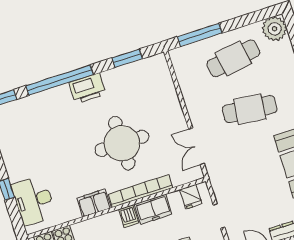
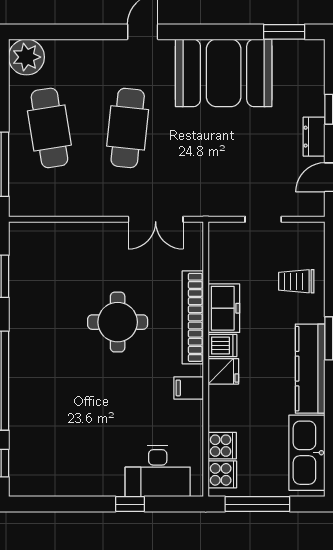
printer: (87, 88) -> (25, 346), removed
round table: (122, 143) -> (118, 322), width x0.73, depth x0.73
fridge: (191, 197) -> (223, 371), moved
filing cabinet: (94, 203) -> (189, 388), width x0.50

